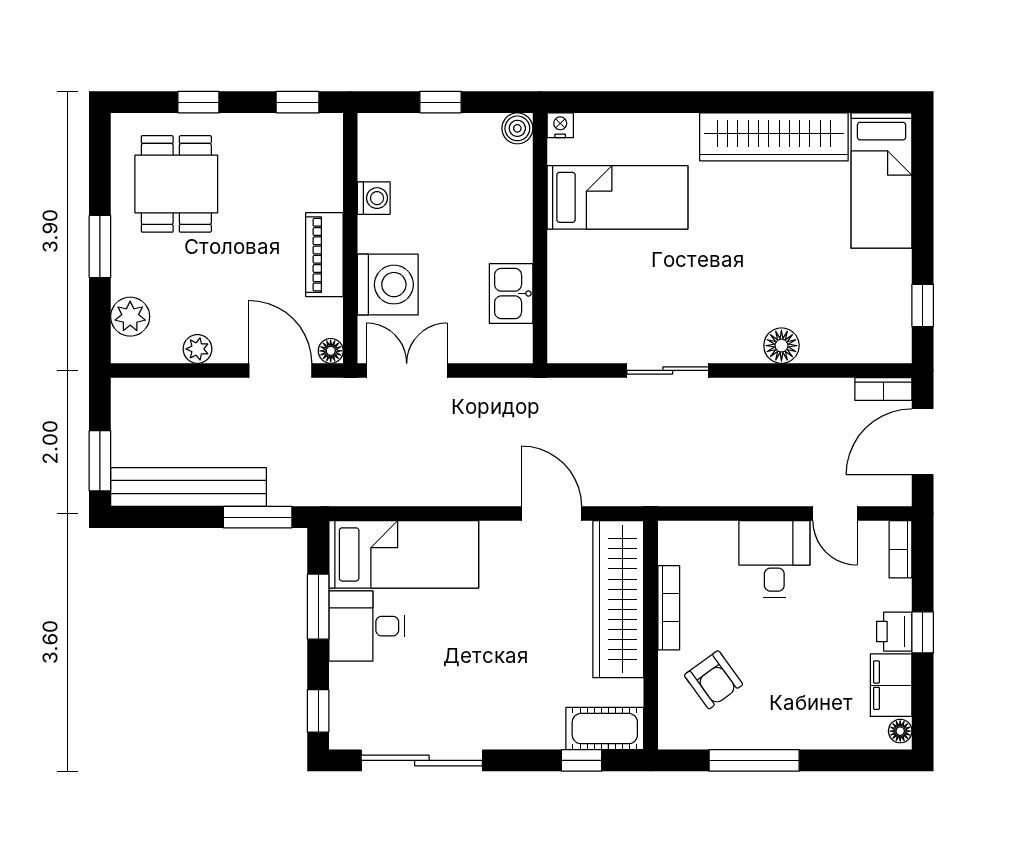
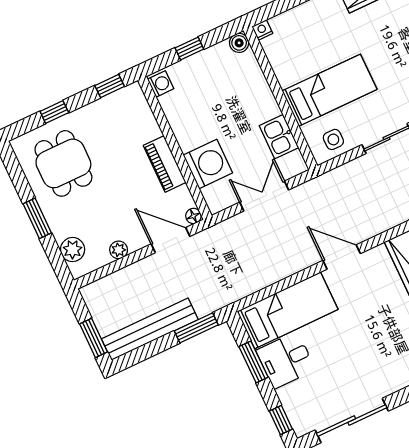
bed: (617, 197) -> (330, 90), moved
washing machine: (374, 198) -> (161, 84), moved
side table: (589, 335) -> (333, 139), added
double door: (407, 370) -> (264, 196), moved
door: (551, 514) -> (342, 257), moved

